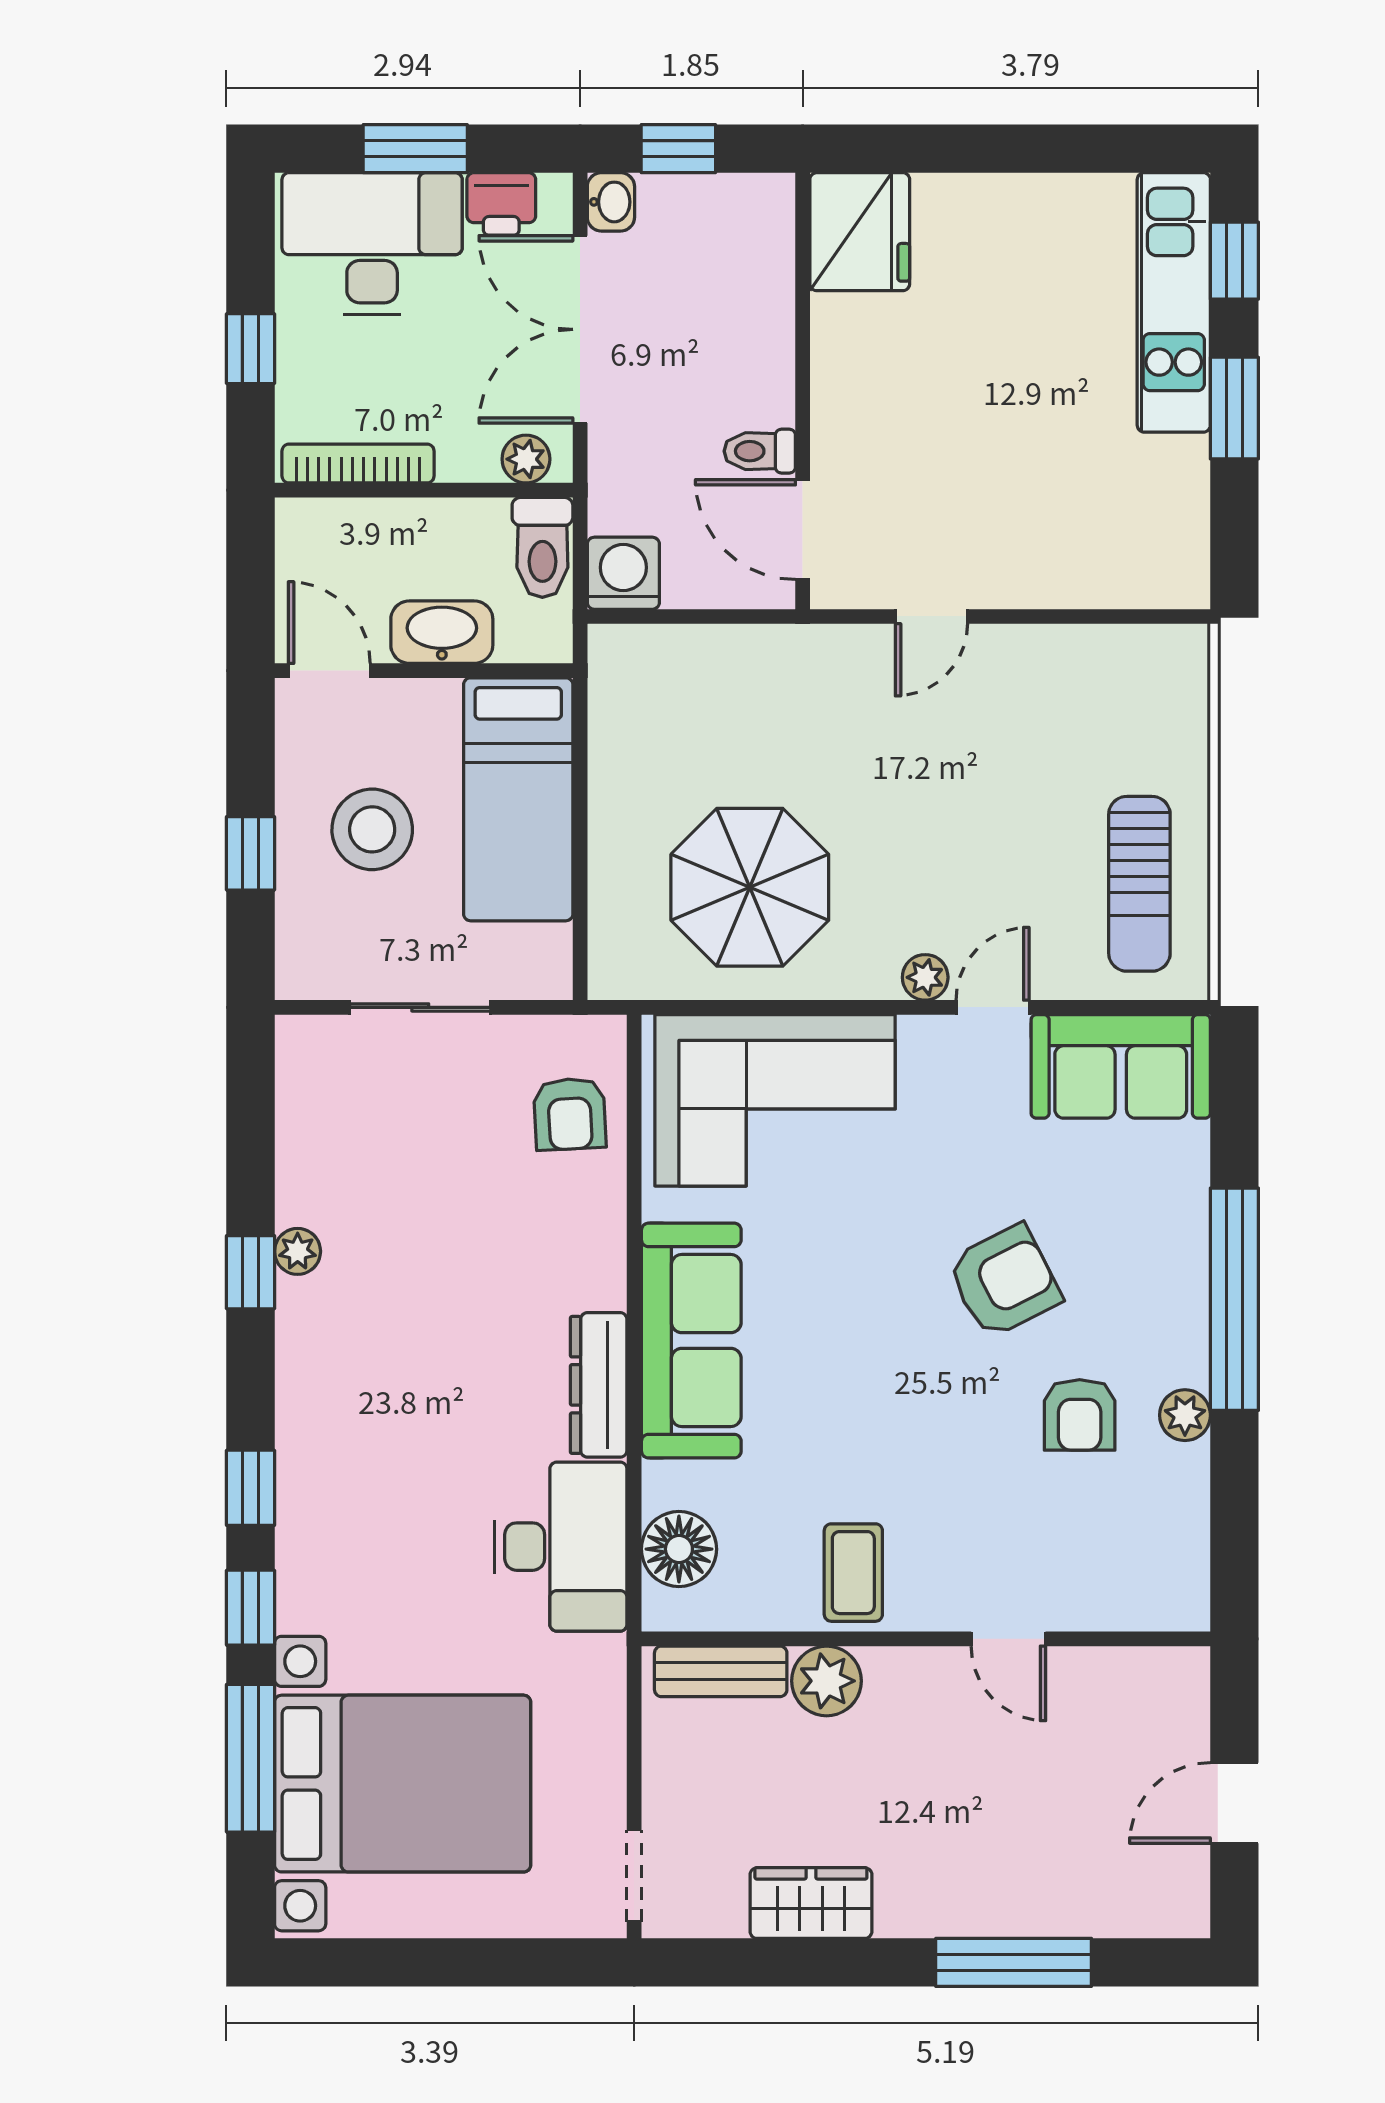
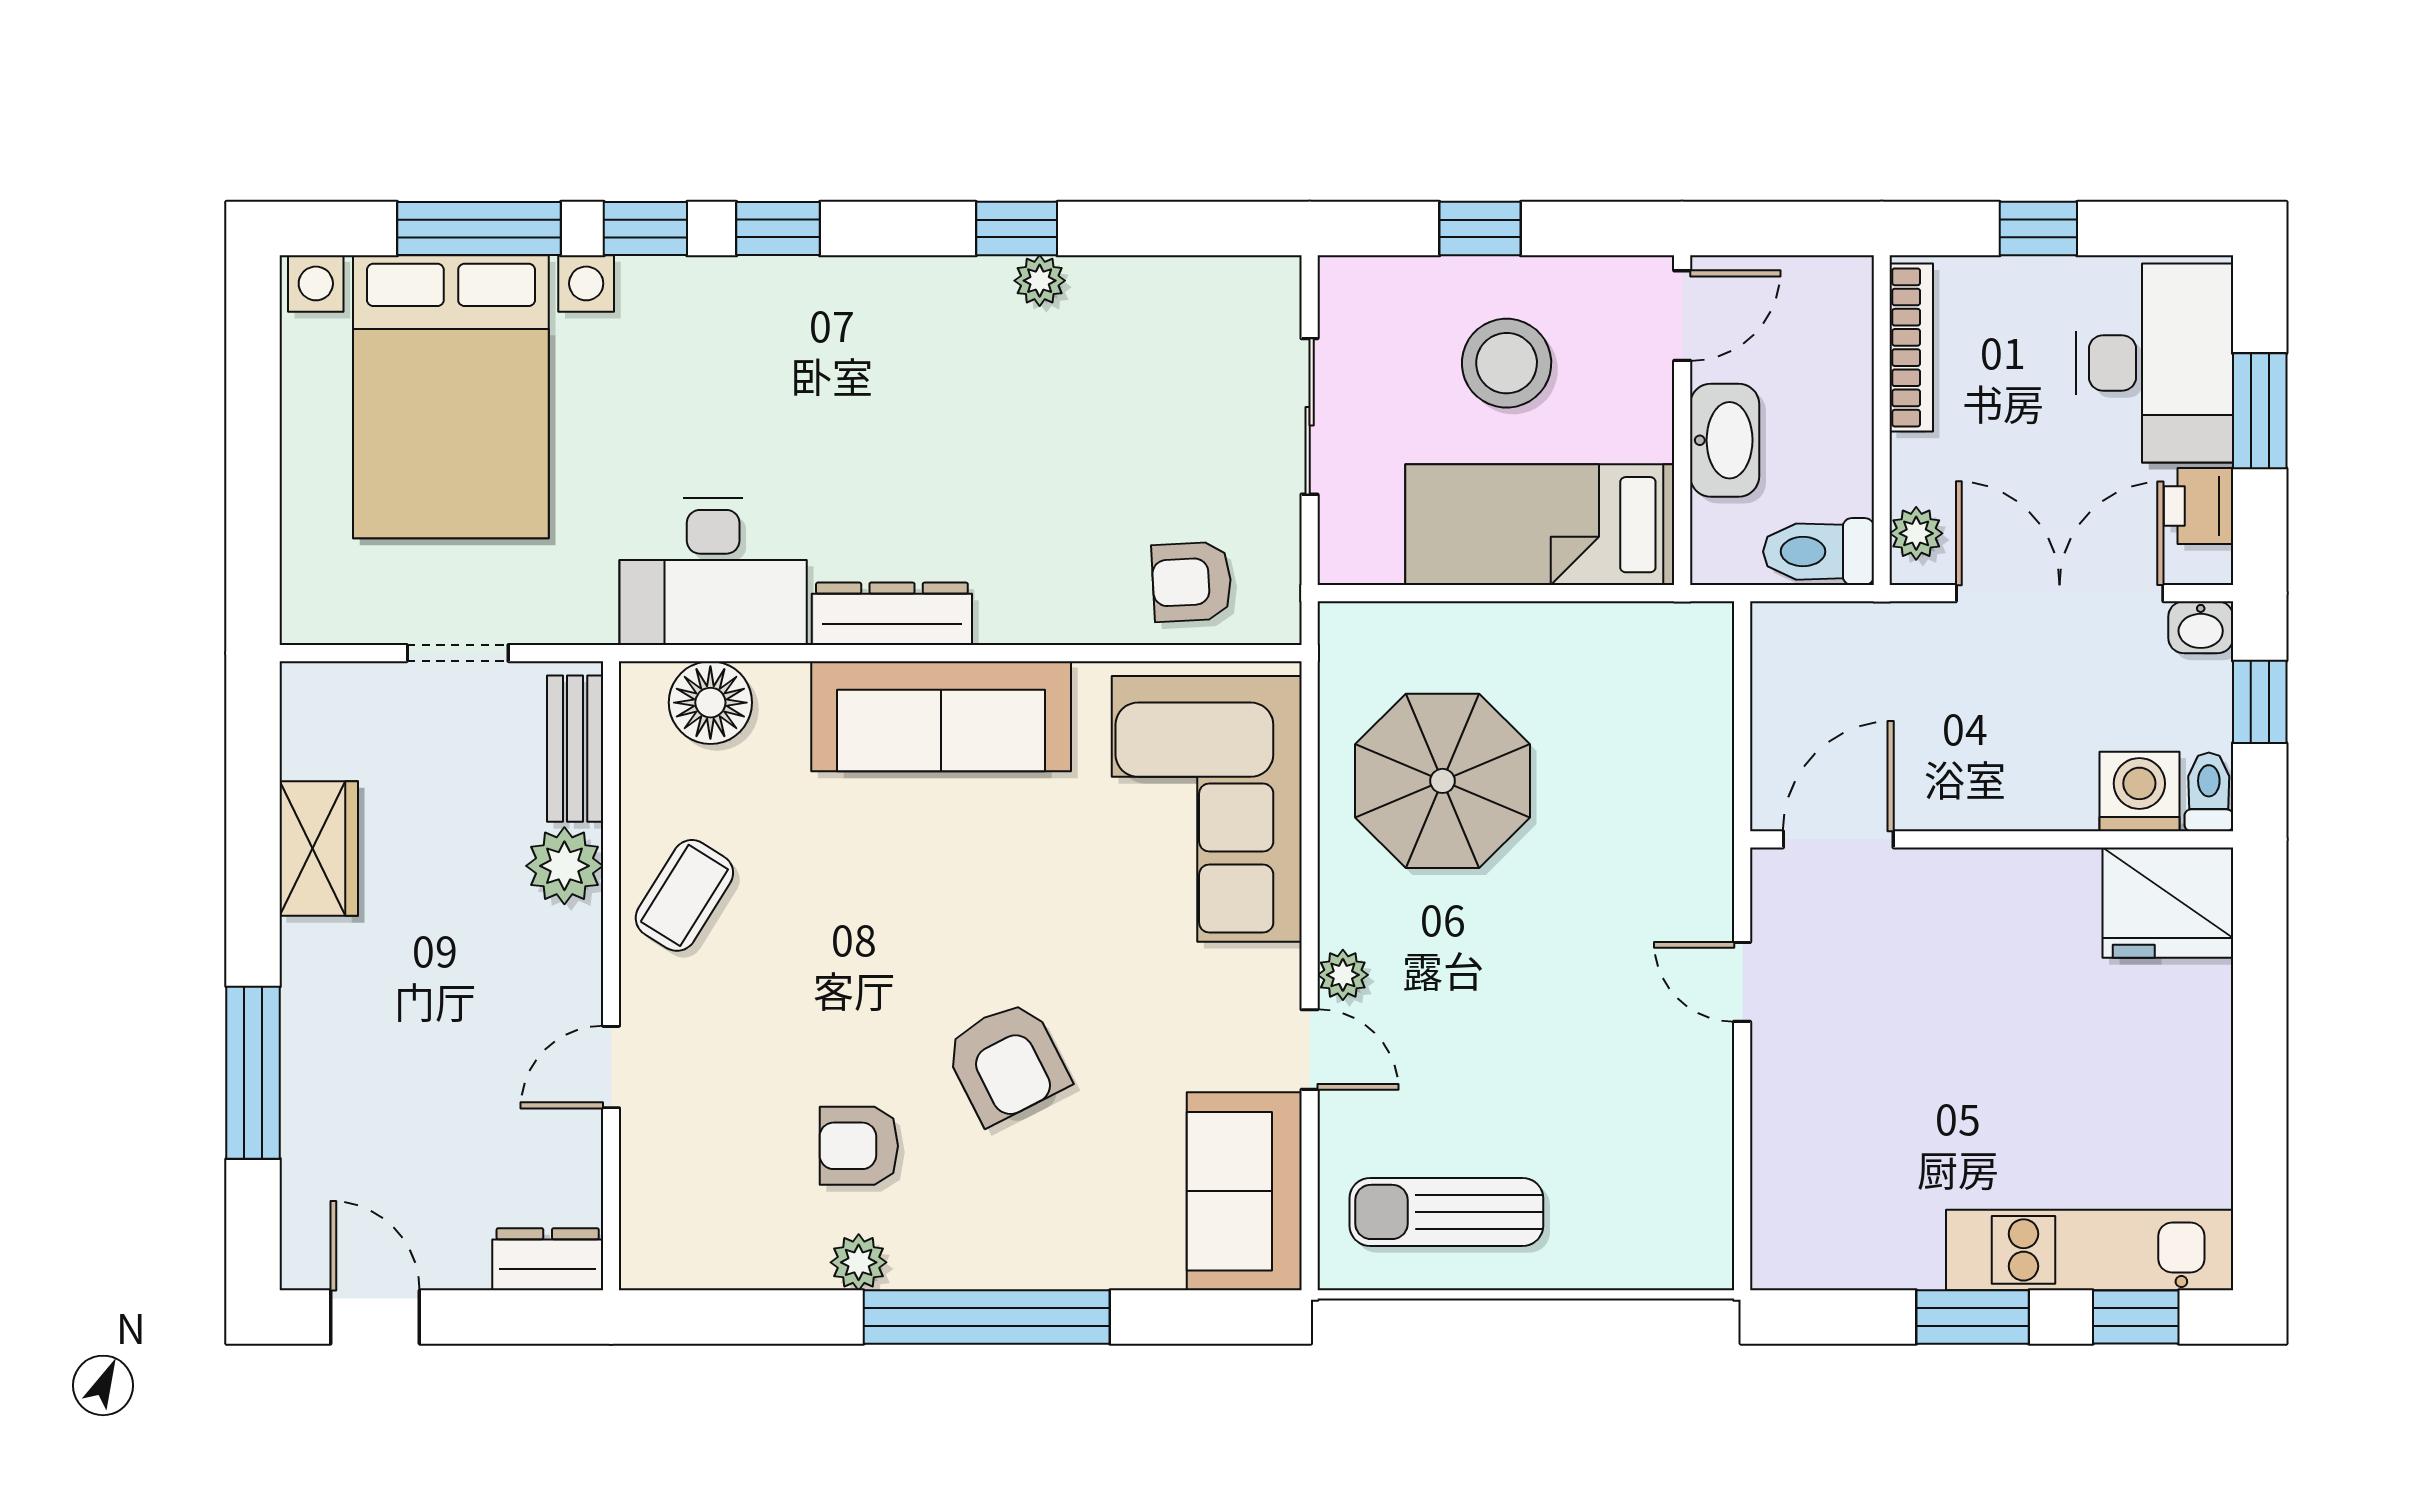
toilet: (760, 451) -> (2209, 792), moved
washing machine: (623, 573) -> (2139, 791), moved, turned -90
coffee table: (853, 1573) -> (684, 895), turned -58
dresser: (1182, 1696) -> (548, 1259), added
door: (1234, 1803) -> (375, 1317), moved
doorway: (634, 1876) -> (458, 653), moved

